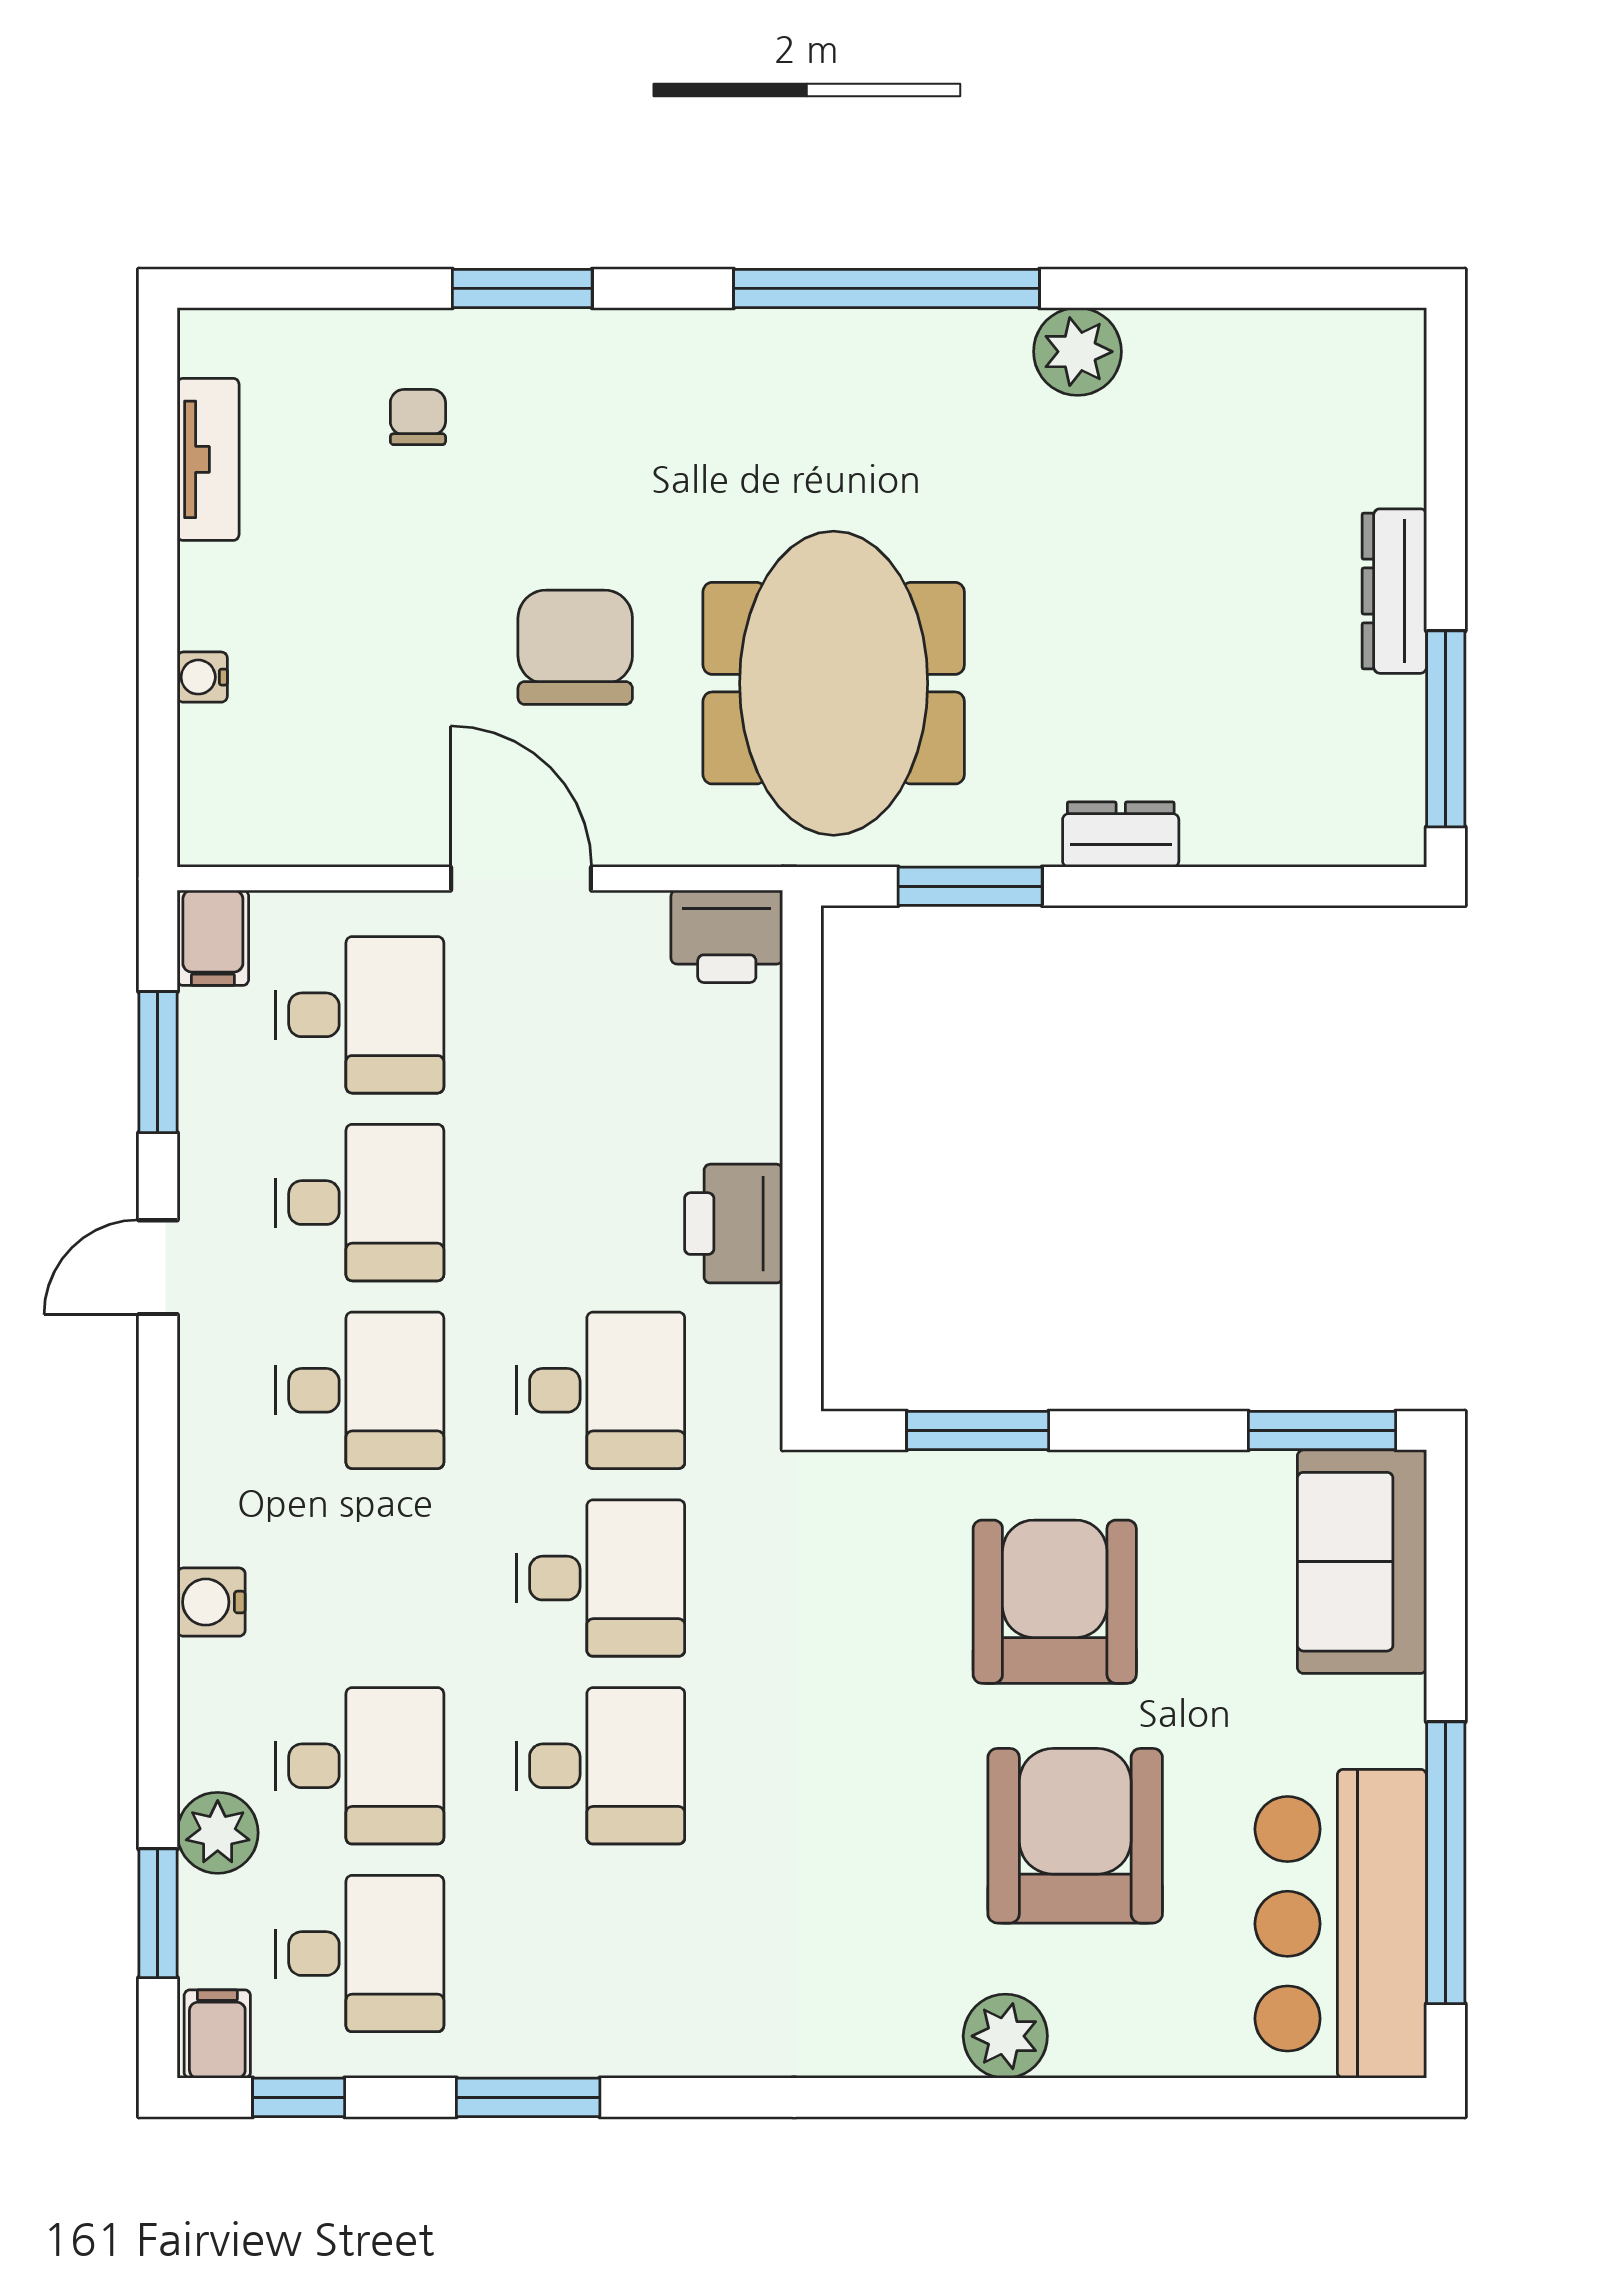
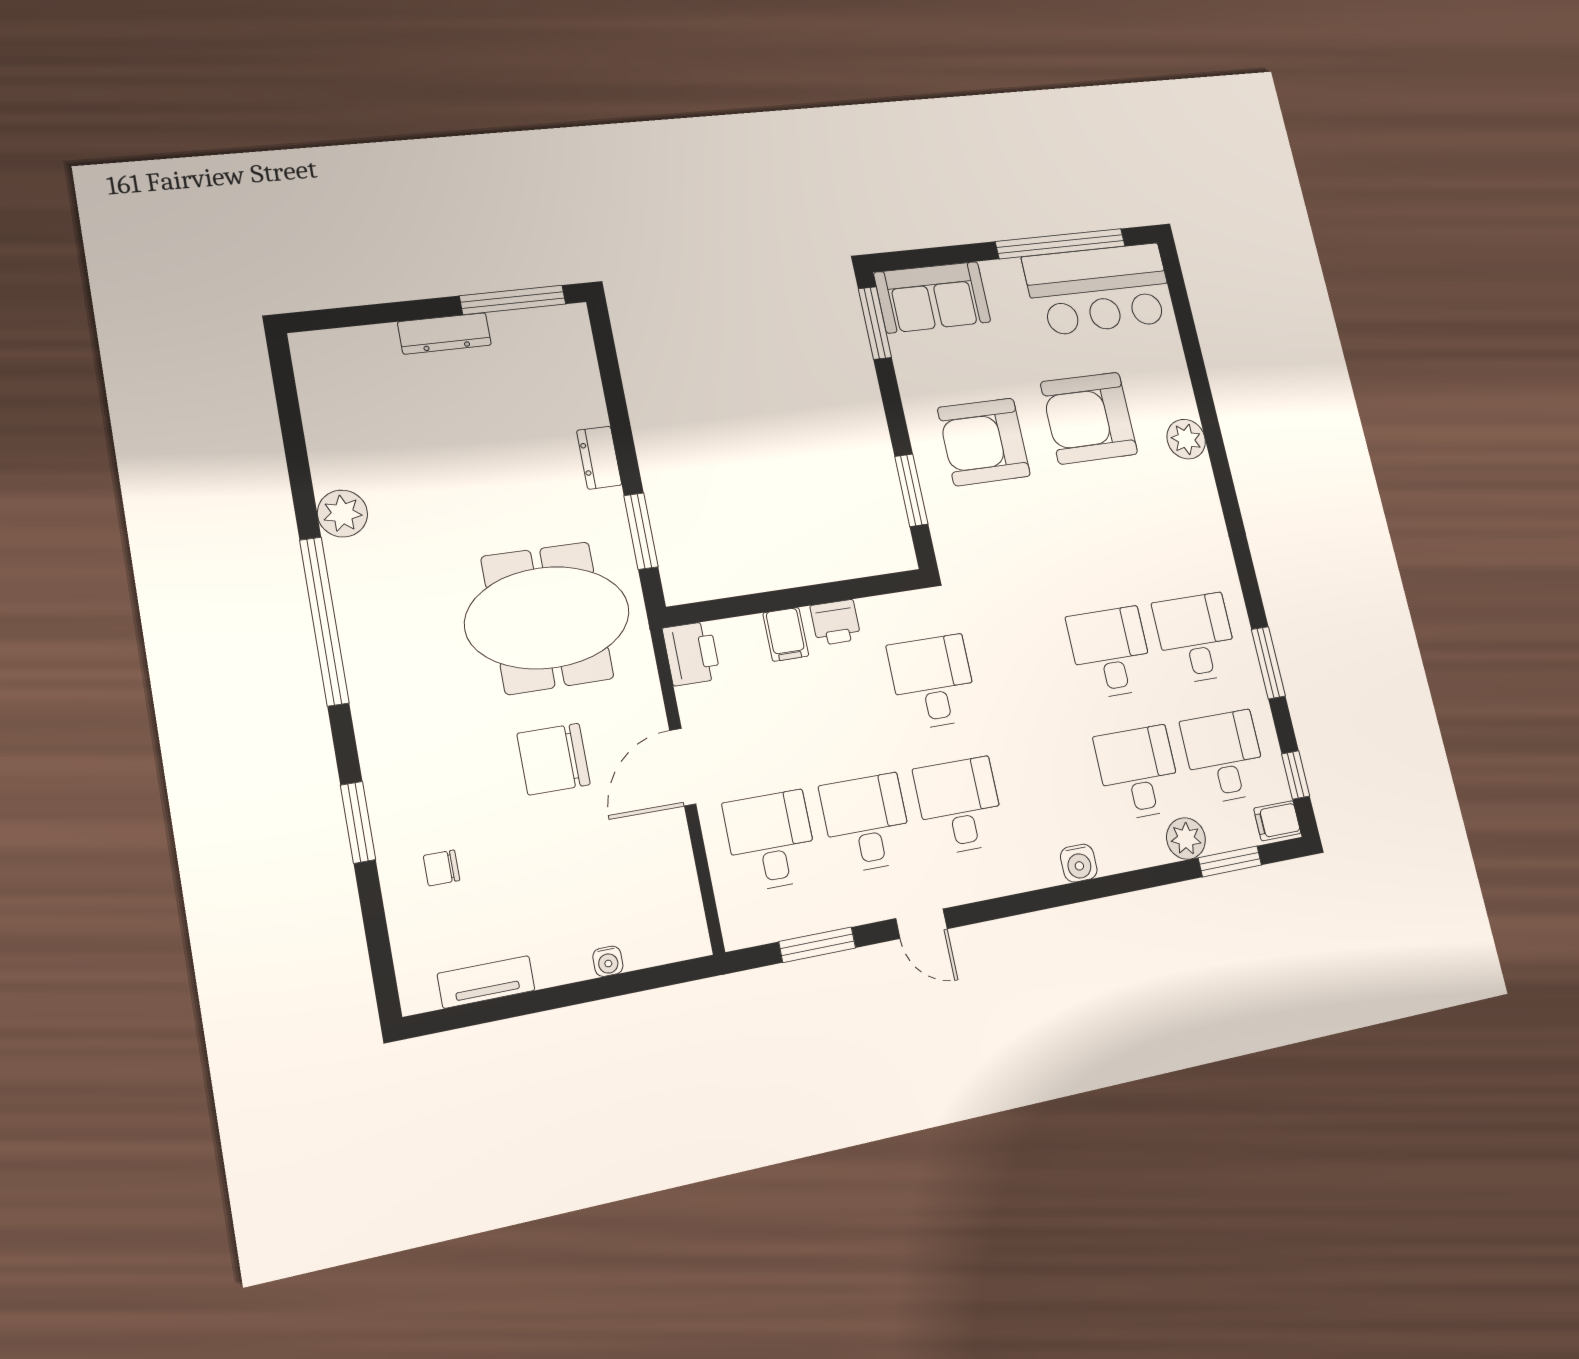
filing cabinet: (213, 938) -> (786, 634), moved, turned 90
printer: (734, 1224) -> (836, 622), width x0.73, depth x0.81
desk: (600, 1578) -> (1196, 638), moved

